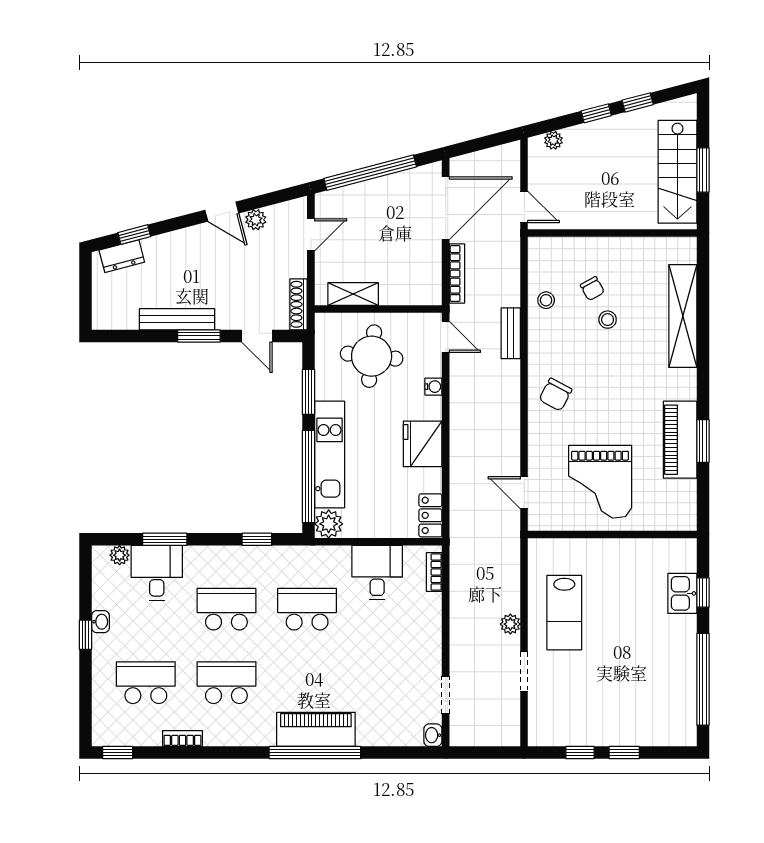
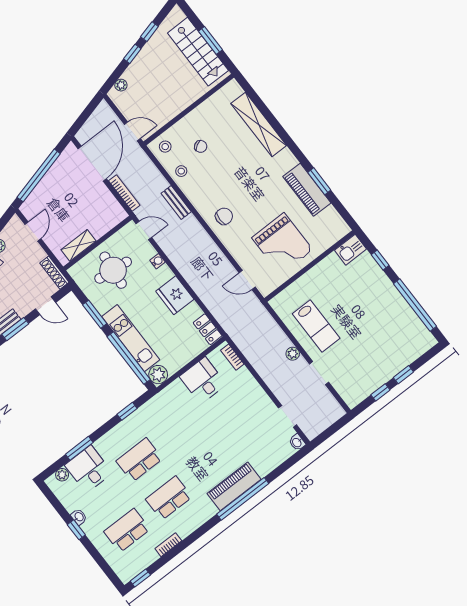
stool: (608, 320) -> (165, 147), moved
chair: (555, 395) -> (224, 216), turned -118
kitchen sink: (682, 593) -> (350, 250), moved, turned -90
school desk: (307, 609) -> (181, 427), removed

